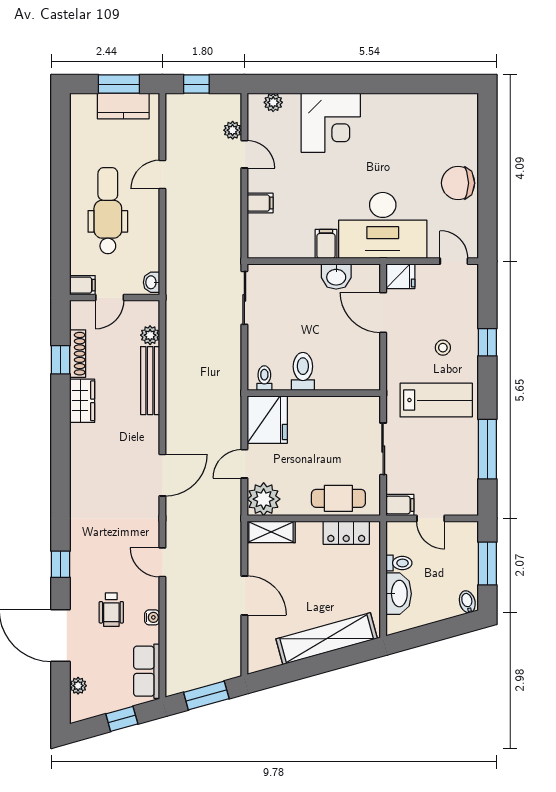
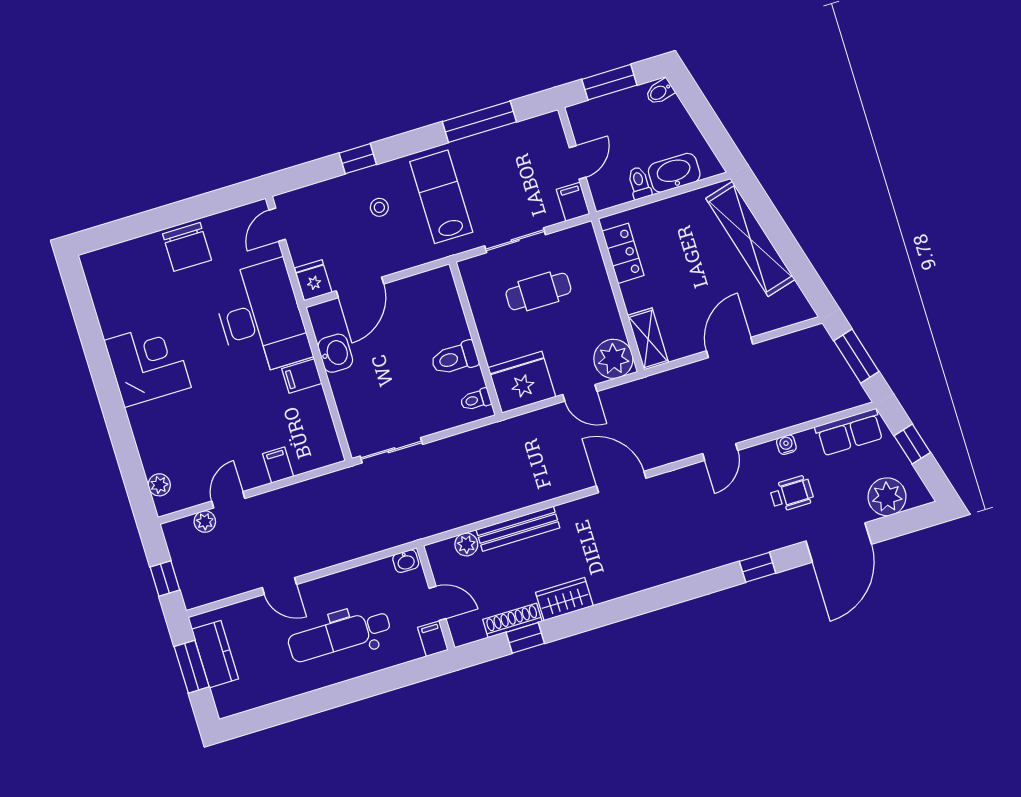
corner desk: (331, 123) -> (148, 364), moved
cafe table: (338, 498) -> (538, 291), moved, turned 90
plant: (78, 686) -> (887, 497), width x1.88, depth x1.88

